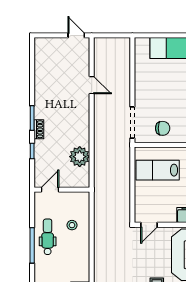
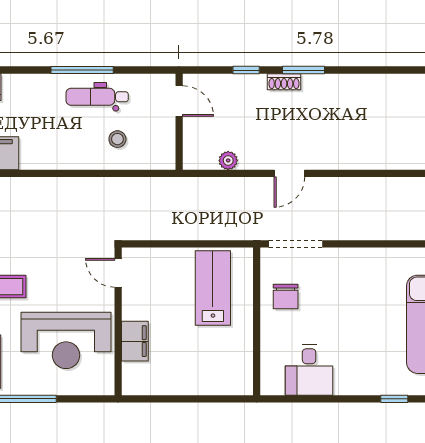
door: (92, 85) -> (289, 173), moved
plant: (80, 157) -> (228, 160), width x0.53, depth x0.53
dental chair: (48, 237) -> (97, 97), turned 180

